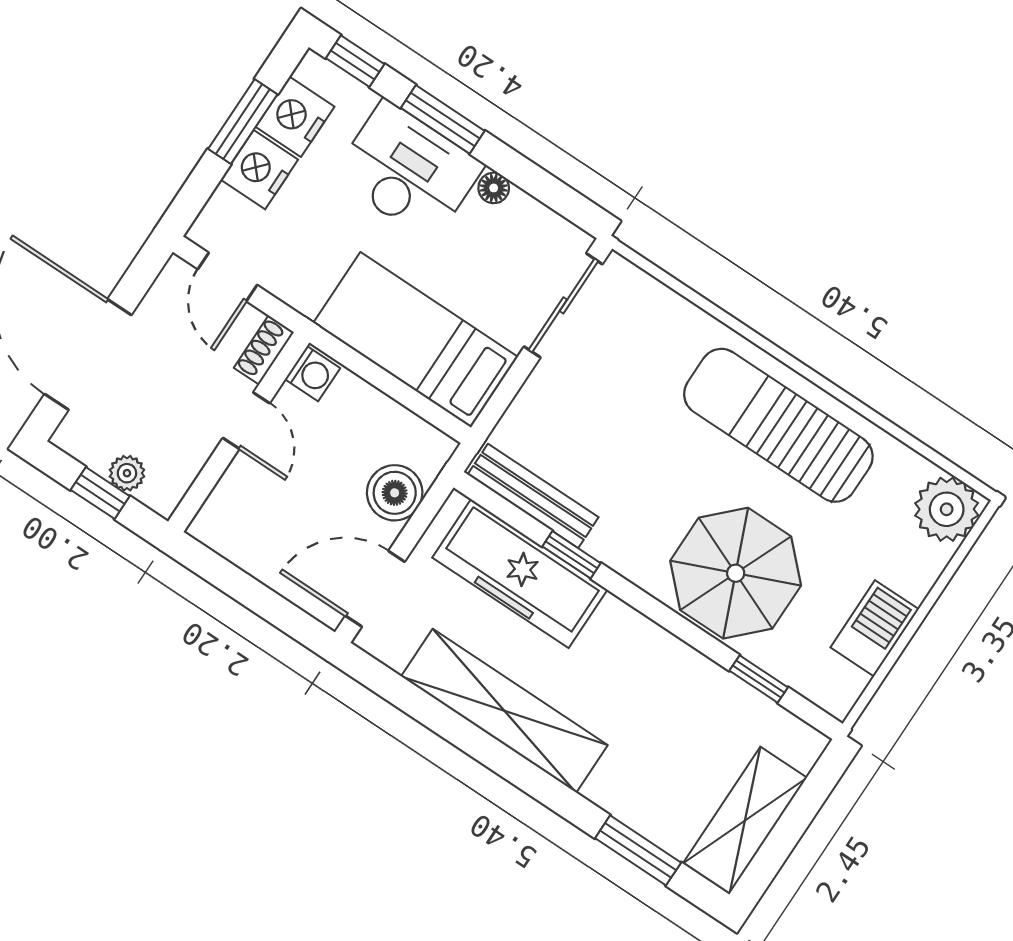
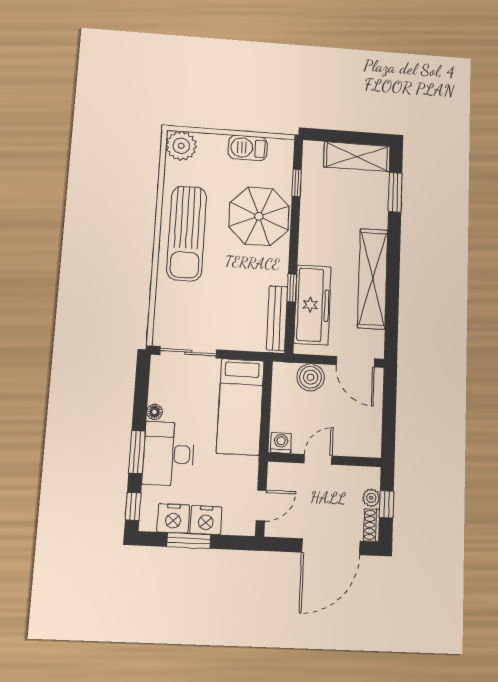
shoe rack: (264, 350) -> (372, 525), moved, turned 90

